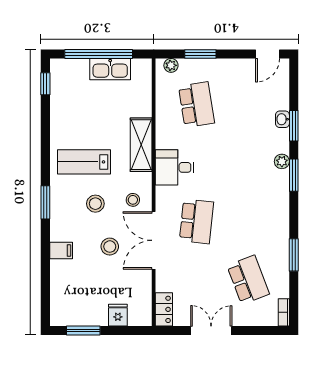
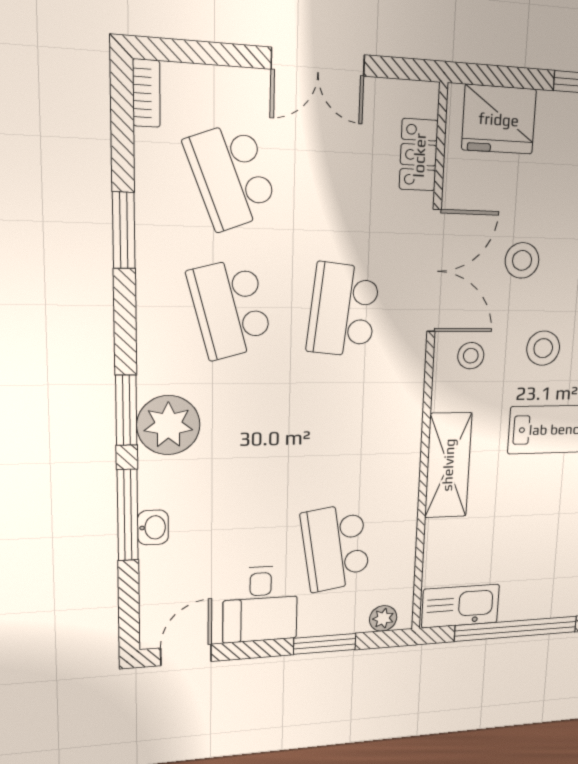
kitchen sink: (110, 69) -> (461, 606), moved
window: (294, 126) -> (128, 515), width x1.44
plant: (282, 161) -> (168, 425), width x1.88, depth x1.88
desk: (175, 167) -> (260, 604), moved, turned 90
school desk: (248, 221) -> (230, 309), added
locker: (164, 309) -> (419, 155), moved
fridge: (118, 315) -> (499, 119), width x1.88, depth x1.34

